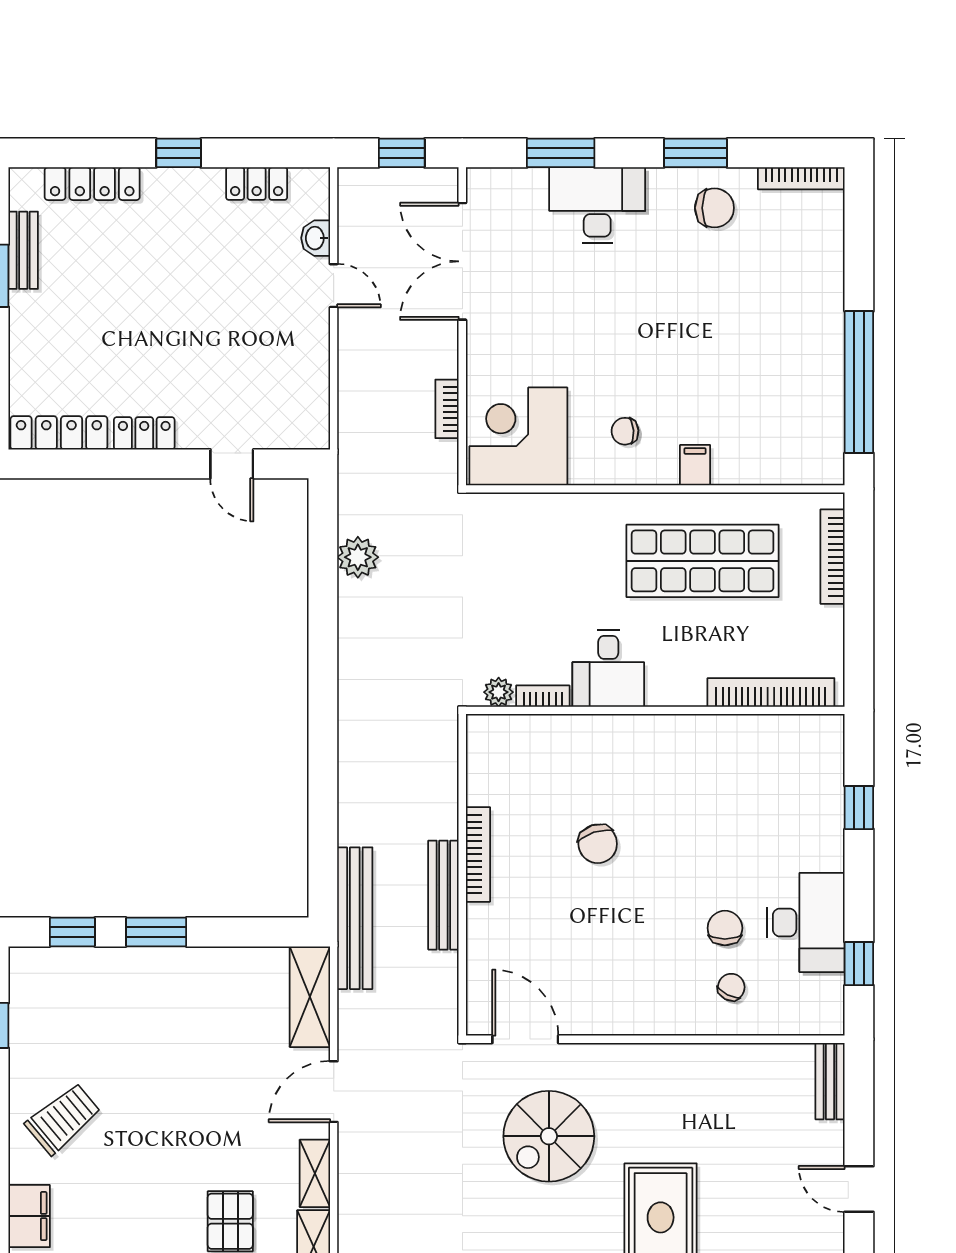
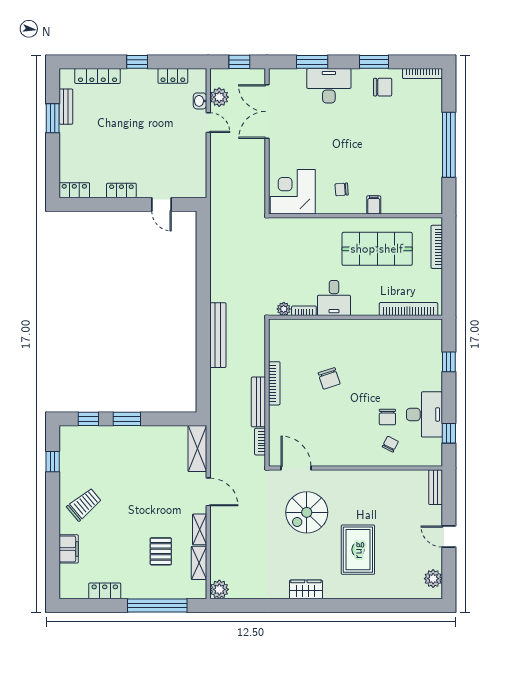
window: (859, 382) -> (449, 145), moved
bookcase: (447, 409) -> (260, 442), moved
locker: (59, 433) -> (74, 190), width x0.66
plant: (358, 557) -> (219, 97), moved
bench: (355, 918) -> (218, 335), moved
chair: (725, 928) -> (387, 417), turned 180
door: (334, 1092) -> (208, 492), swing flipped

